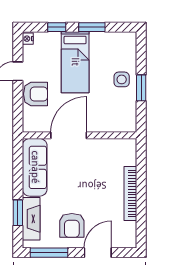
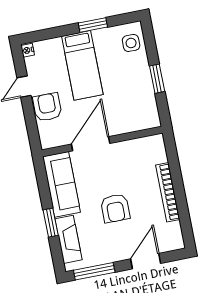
window: (57, 27) -> (56, 32), removed
side table: (122, 79) -> (131, 43), moved
armchair: (36, 94) -> (47, 107), turned -90
window: (18, 213) -> (51, 223), moved
armchair: (72, 225) -> (115, 208), moved

